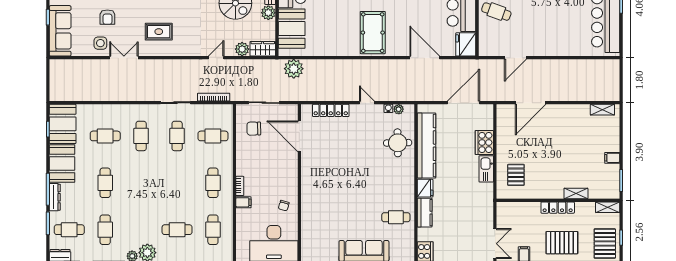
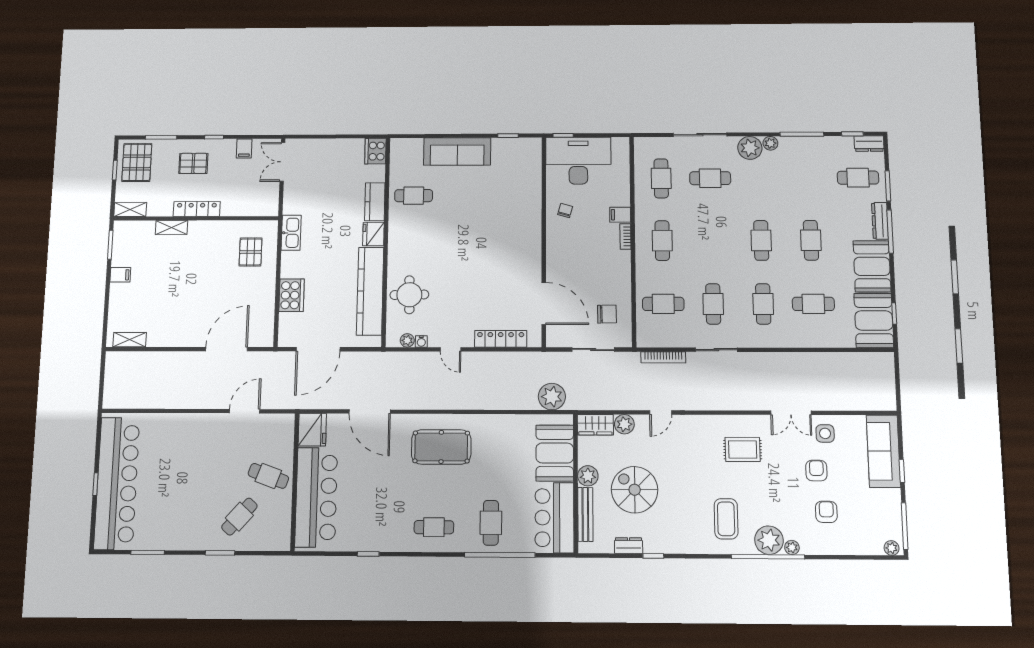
pool table: (373, 33) -> (441, 447), turned 90
kitchen sink: (486, 169) -> (291, 233), moved
cafe table: (105, 230) -> (761, 240), moved
pallet: (562, 243) -> (193, 163), width x0.67, depth x0.71

